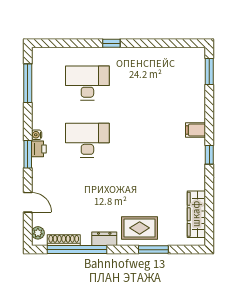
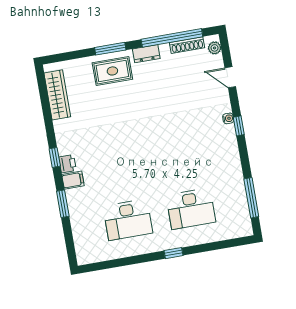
window: (209, 72) -> (63, 204), moved
water cooler: (37, 135) -> (228, 118), moved
desk: (87, 140) -> (128, 220), moved
printer: (39, 149) -> (67, 164), moved, turned 180
window: (28, 154) -> (239, 126), width x0.67
window: (153, 250) -> (110, 49), moved

